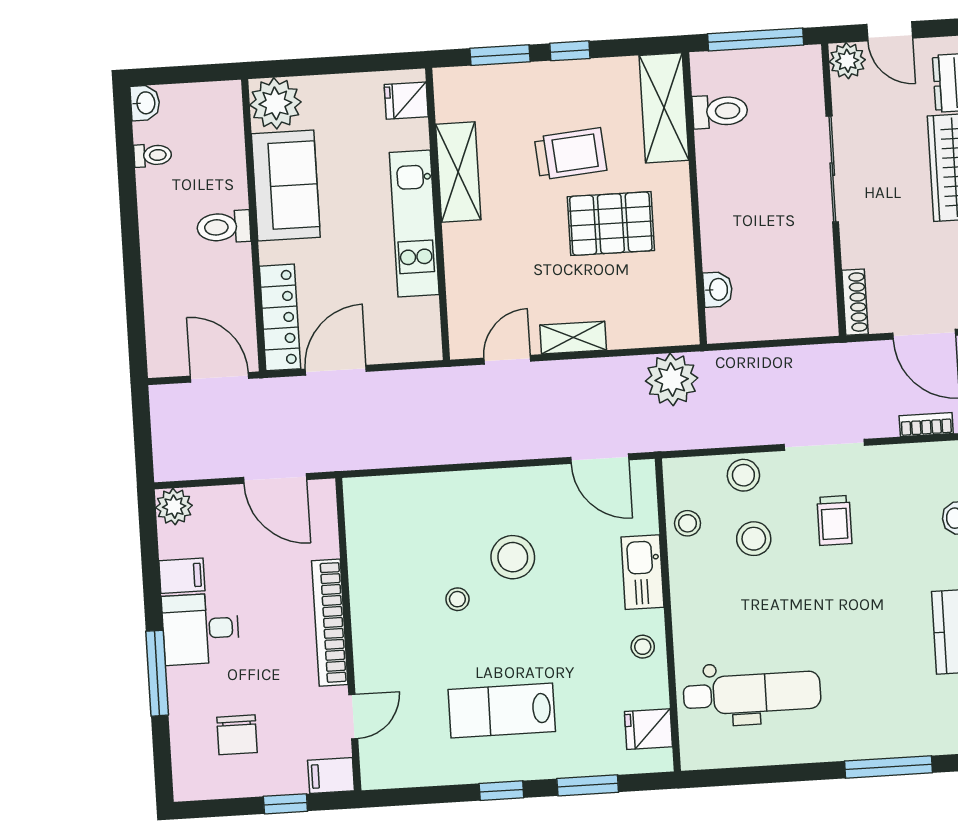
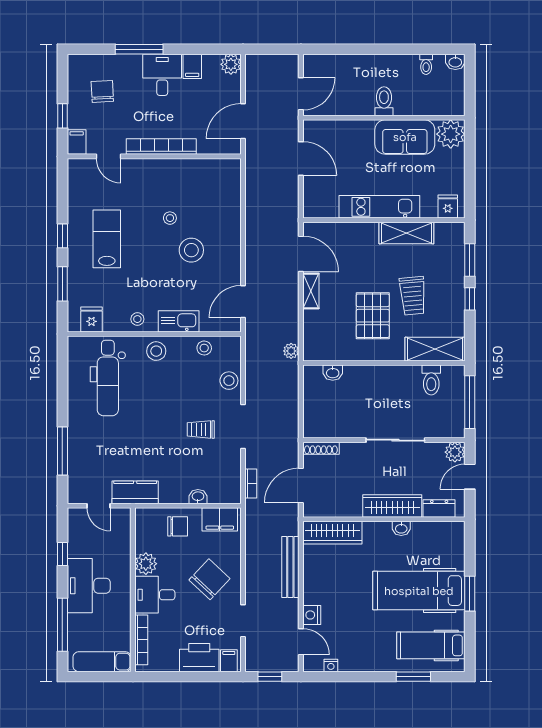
locker: (280, 317) -> (332, 129), removed
door: (507, 360) -> (301, 254), width x1.38
plant: (672, 380) -> (291, 351), width x0.53, depth x0.53
stool: (754, 539) -> (156, 351), moved
chair: (237, 735) -> (102, 91), turned 87

